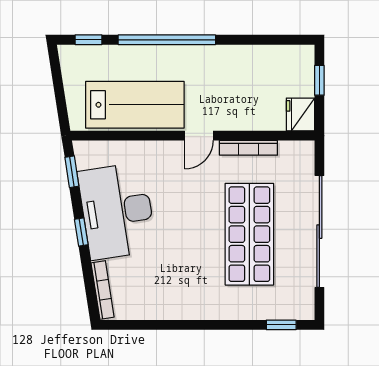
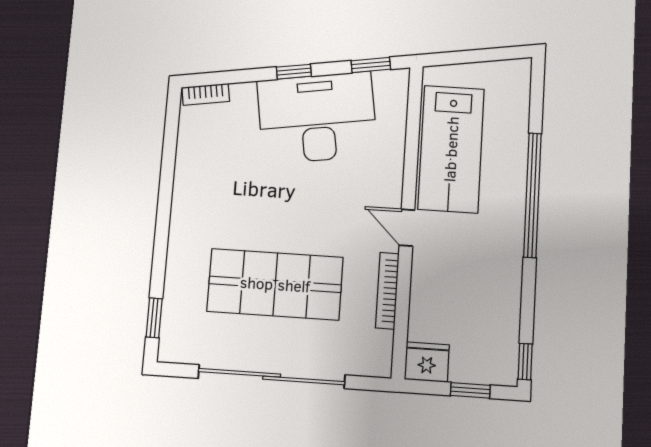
window: (88, 40) -> (525, 362), moved
bookcase: (103, 290) -> (206, 94), width x0.64

